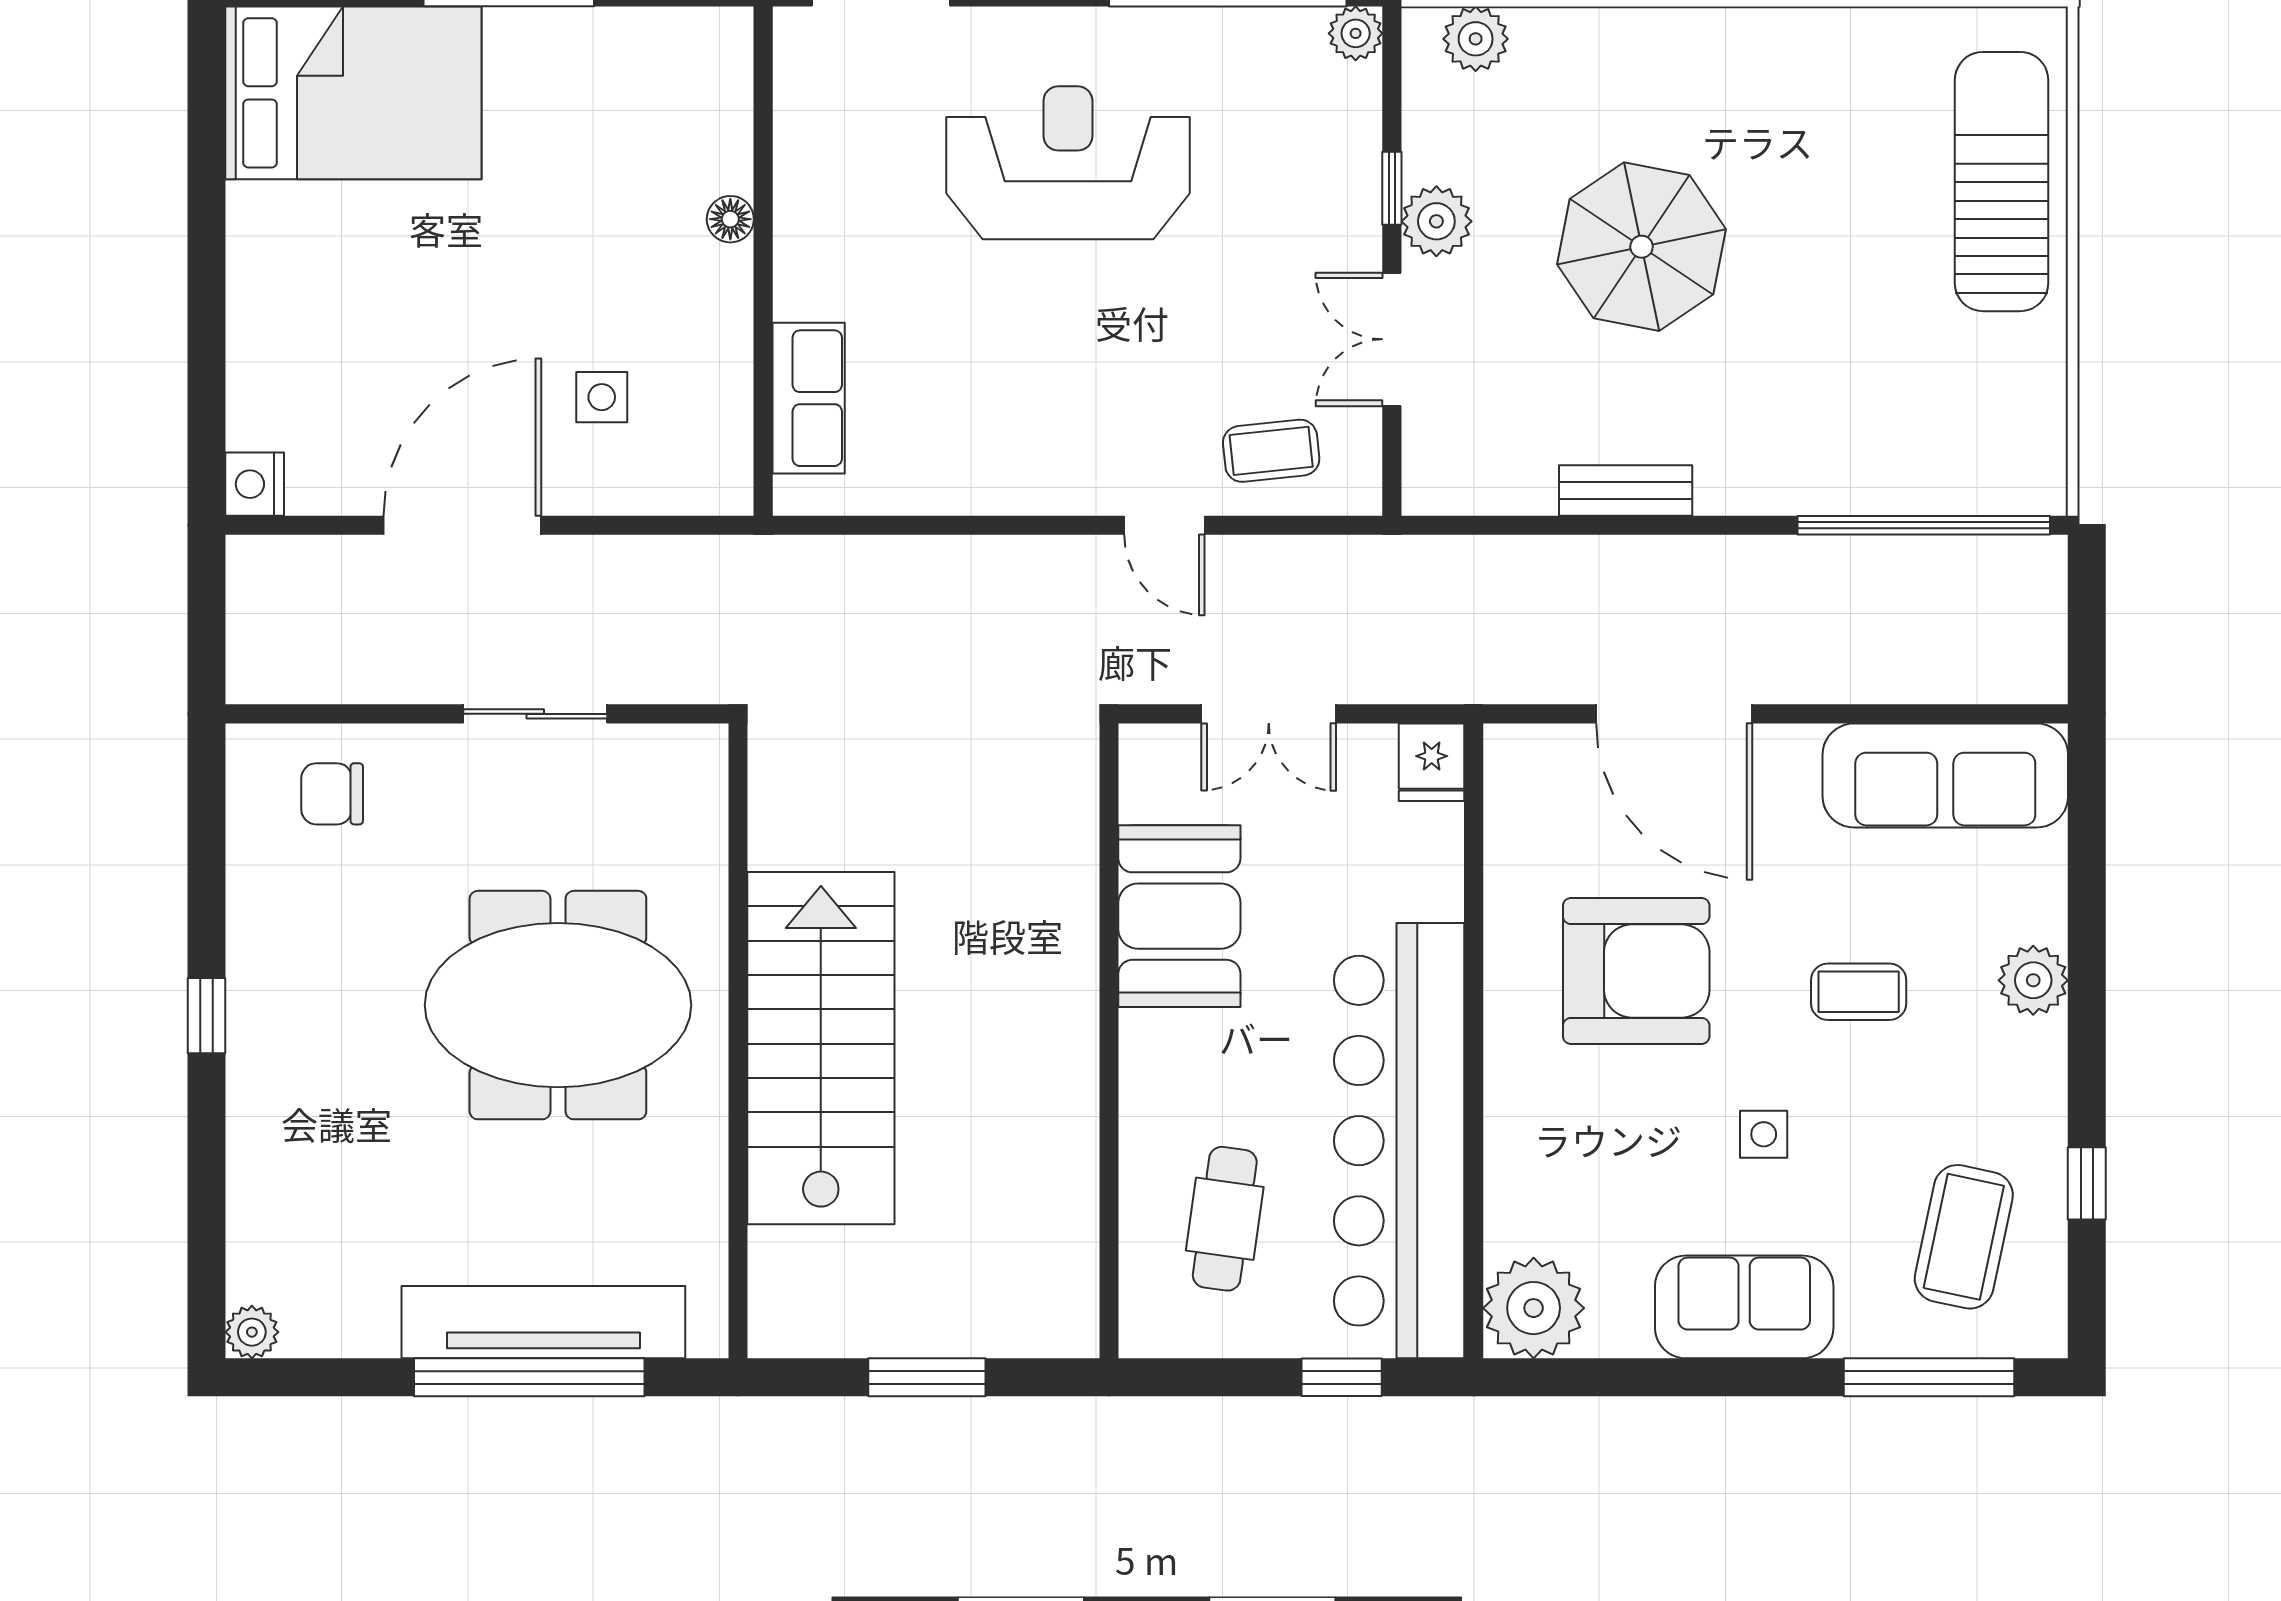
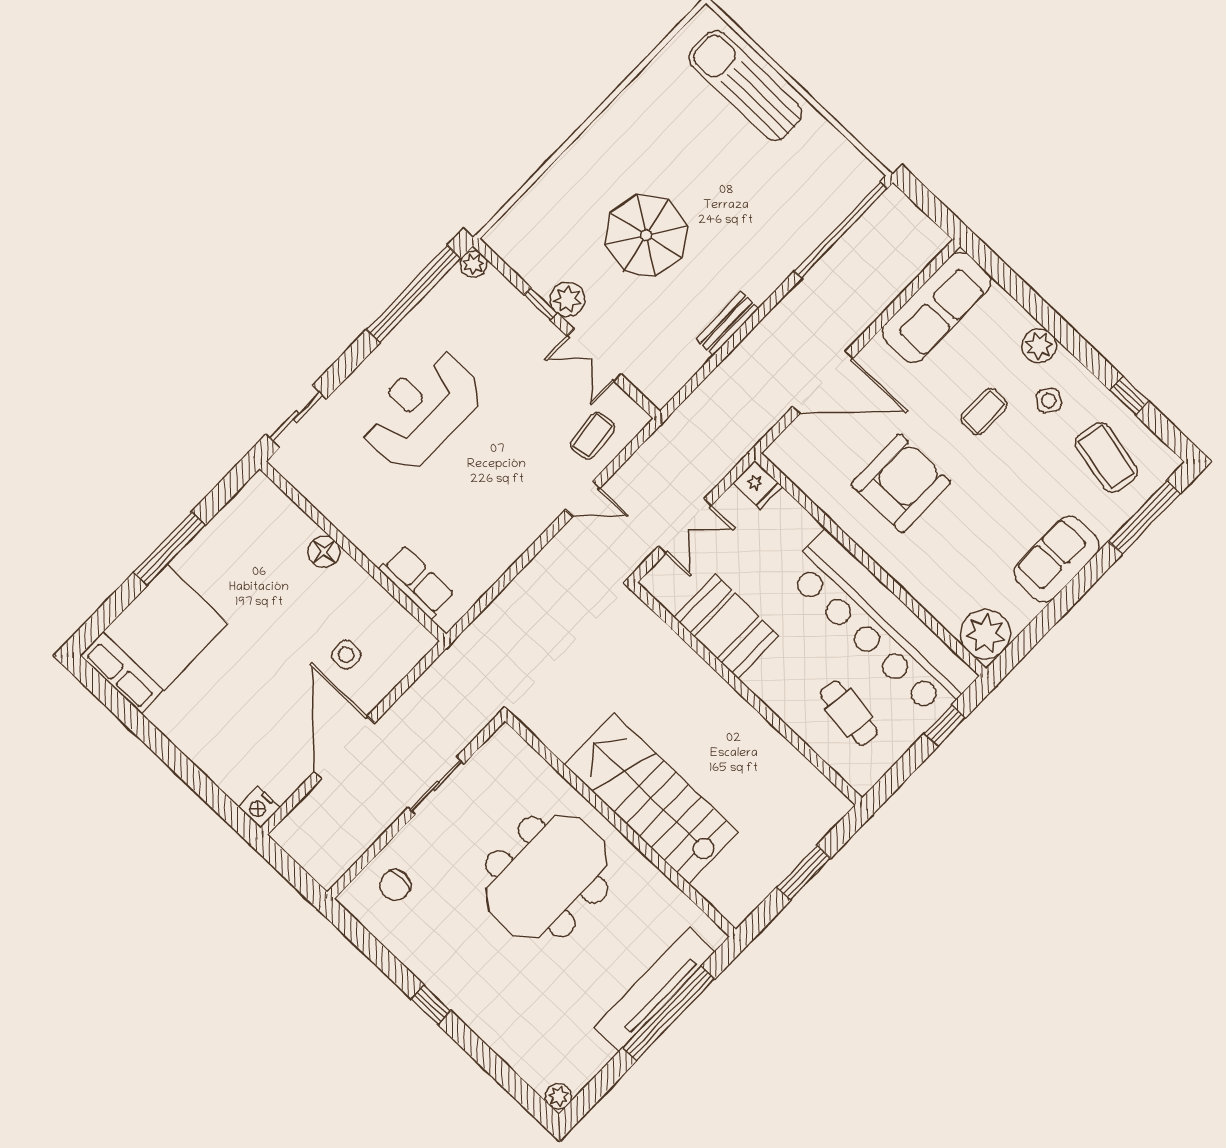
plant: (1476, 39) -> (516, 223), removed
floor lamp: (730, 219) -> (324, 552), width x1.37, depth x1.37
side table: (1764, 1134) -> (1049, 401), moved, turned 37

